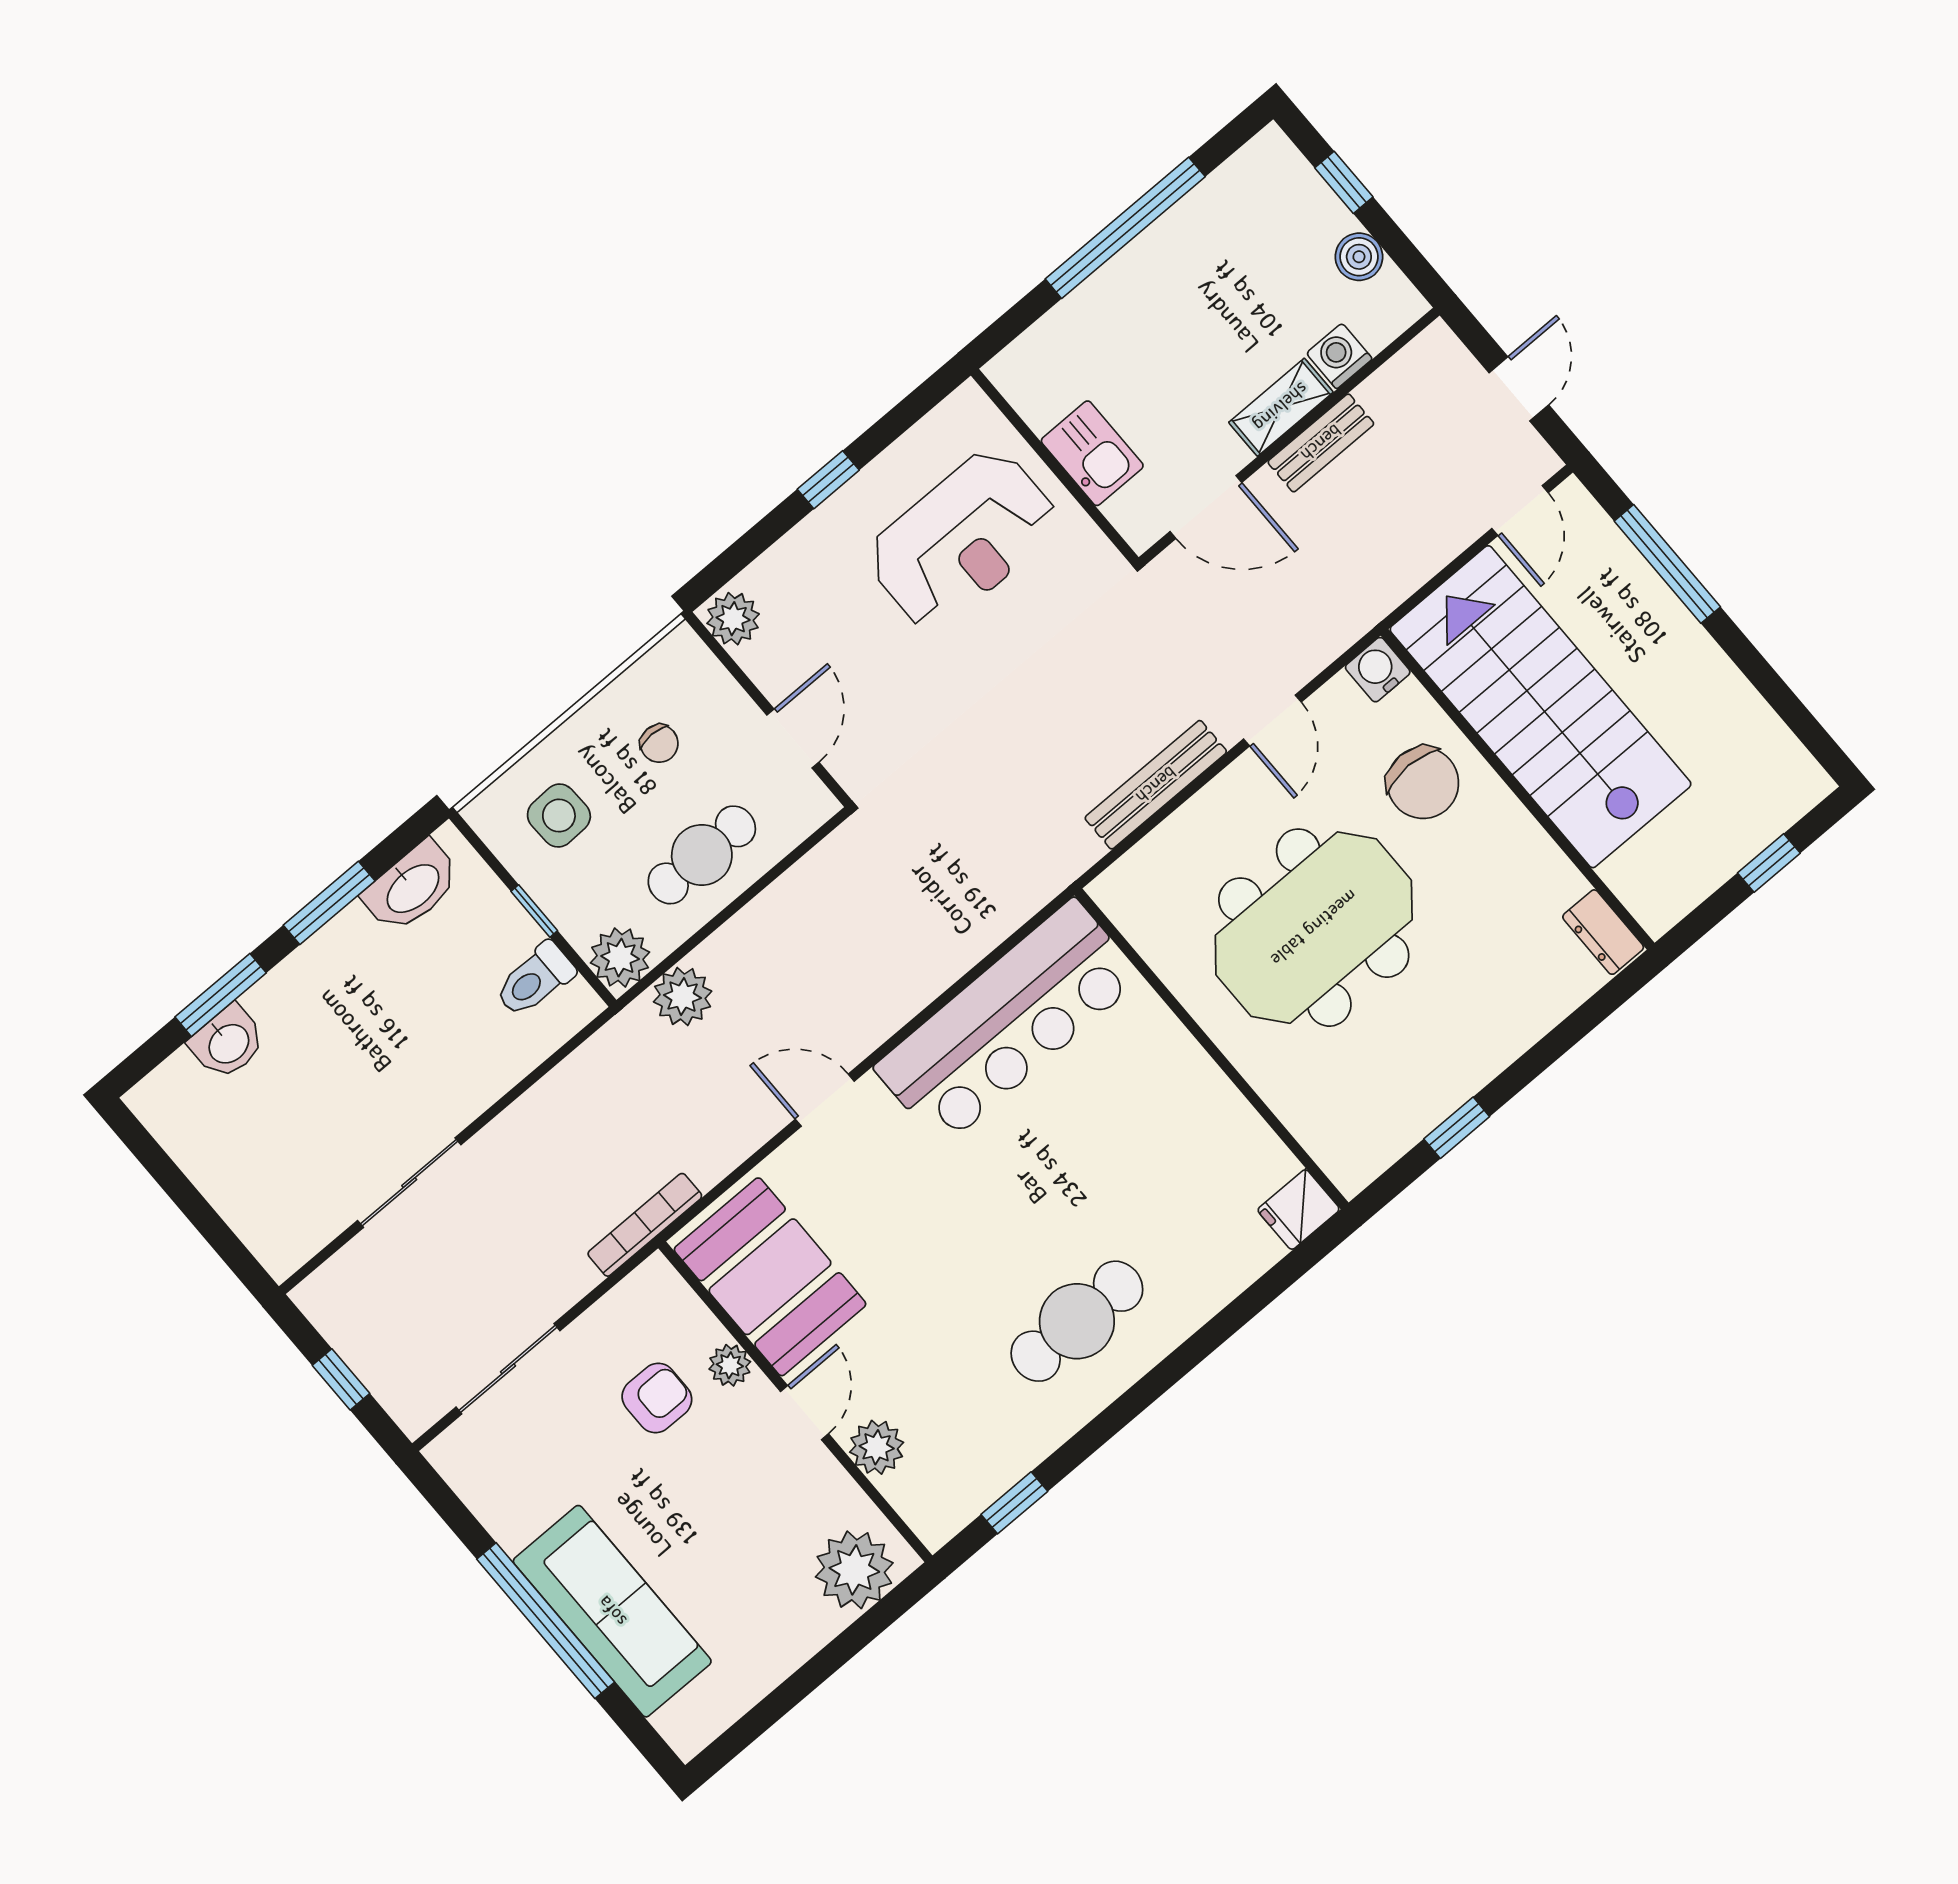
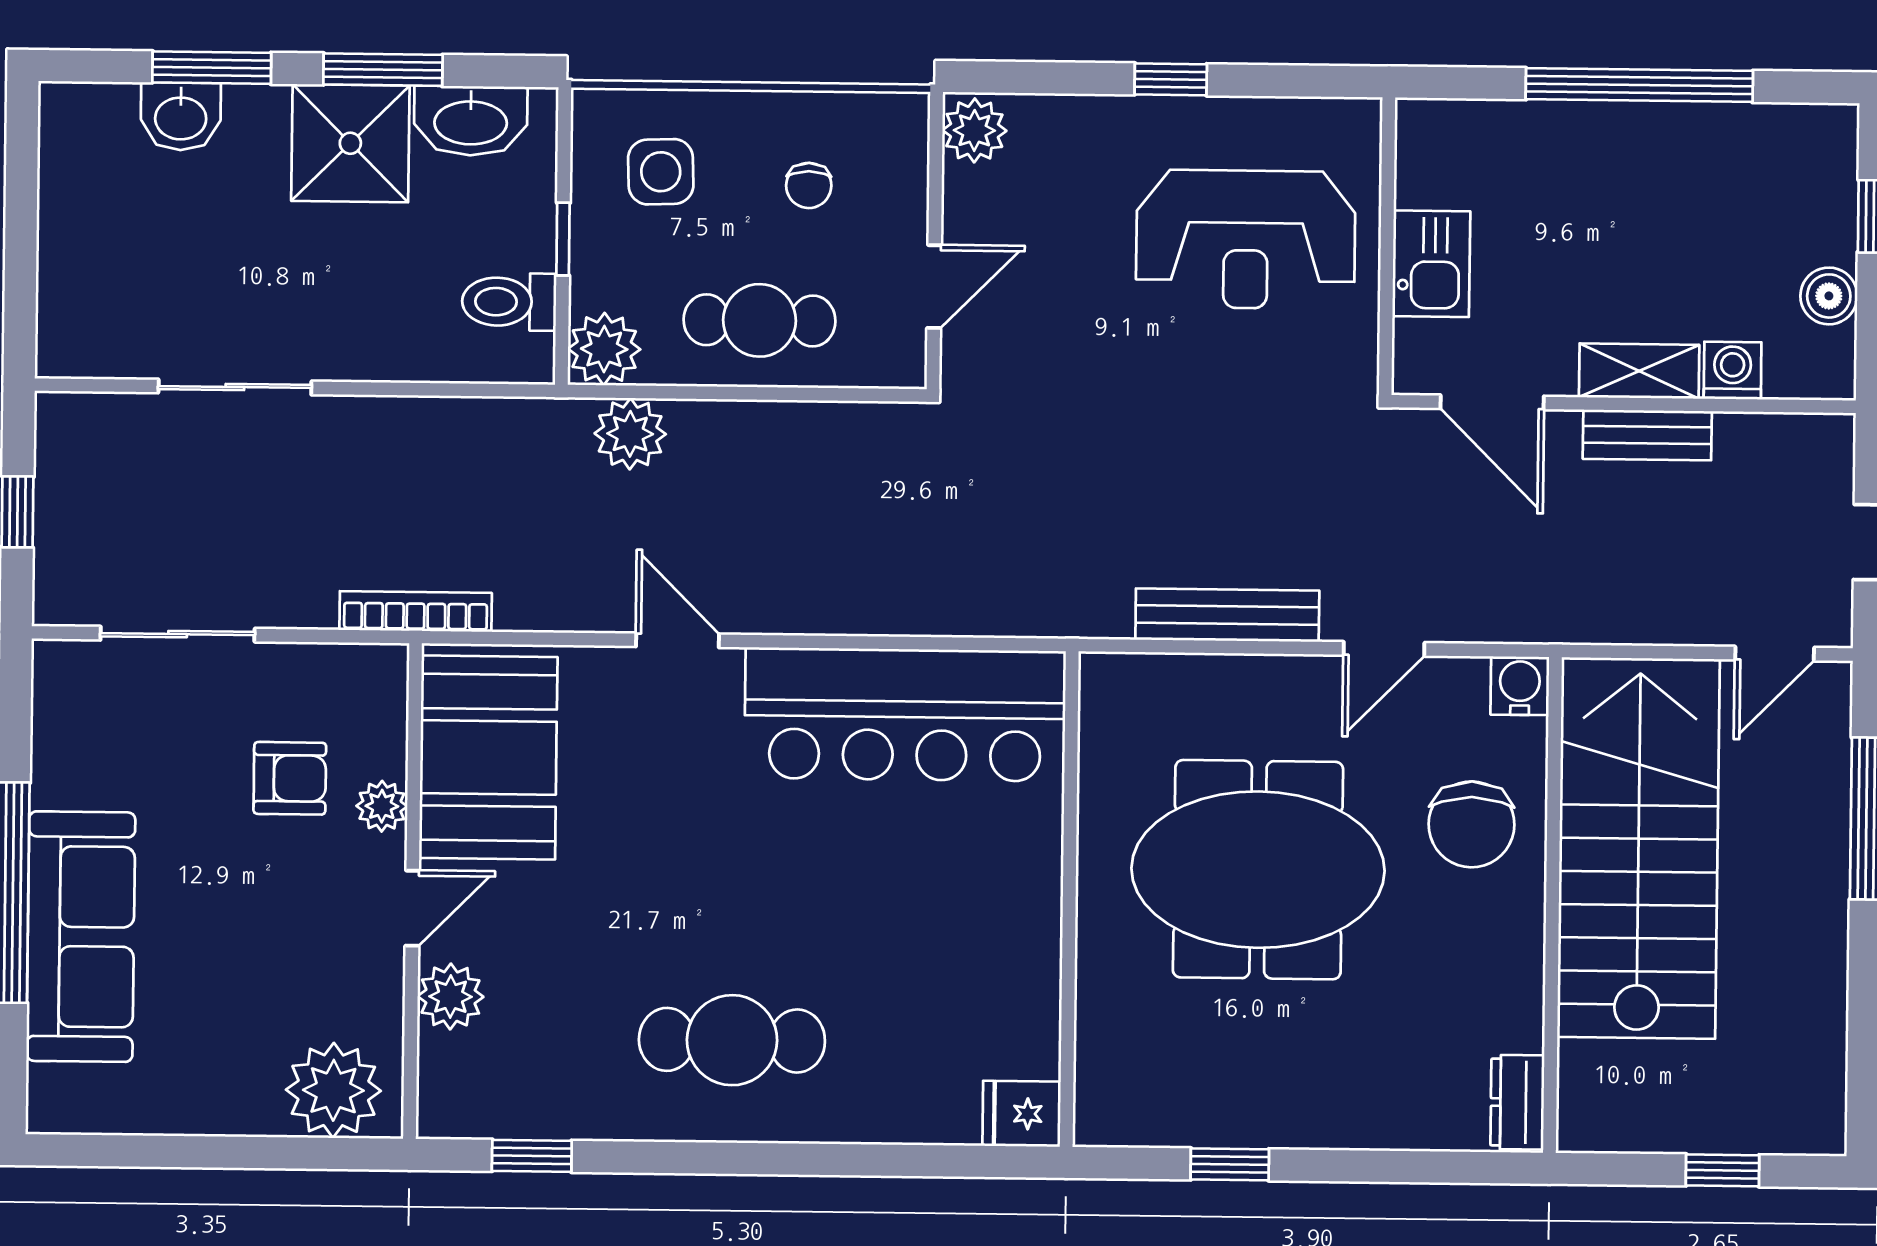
shower: (349, 967) -> (350, 143), added

